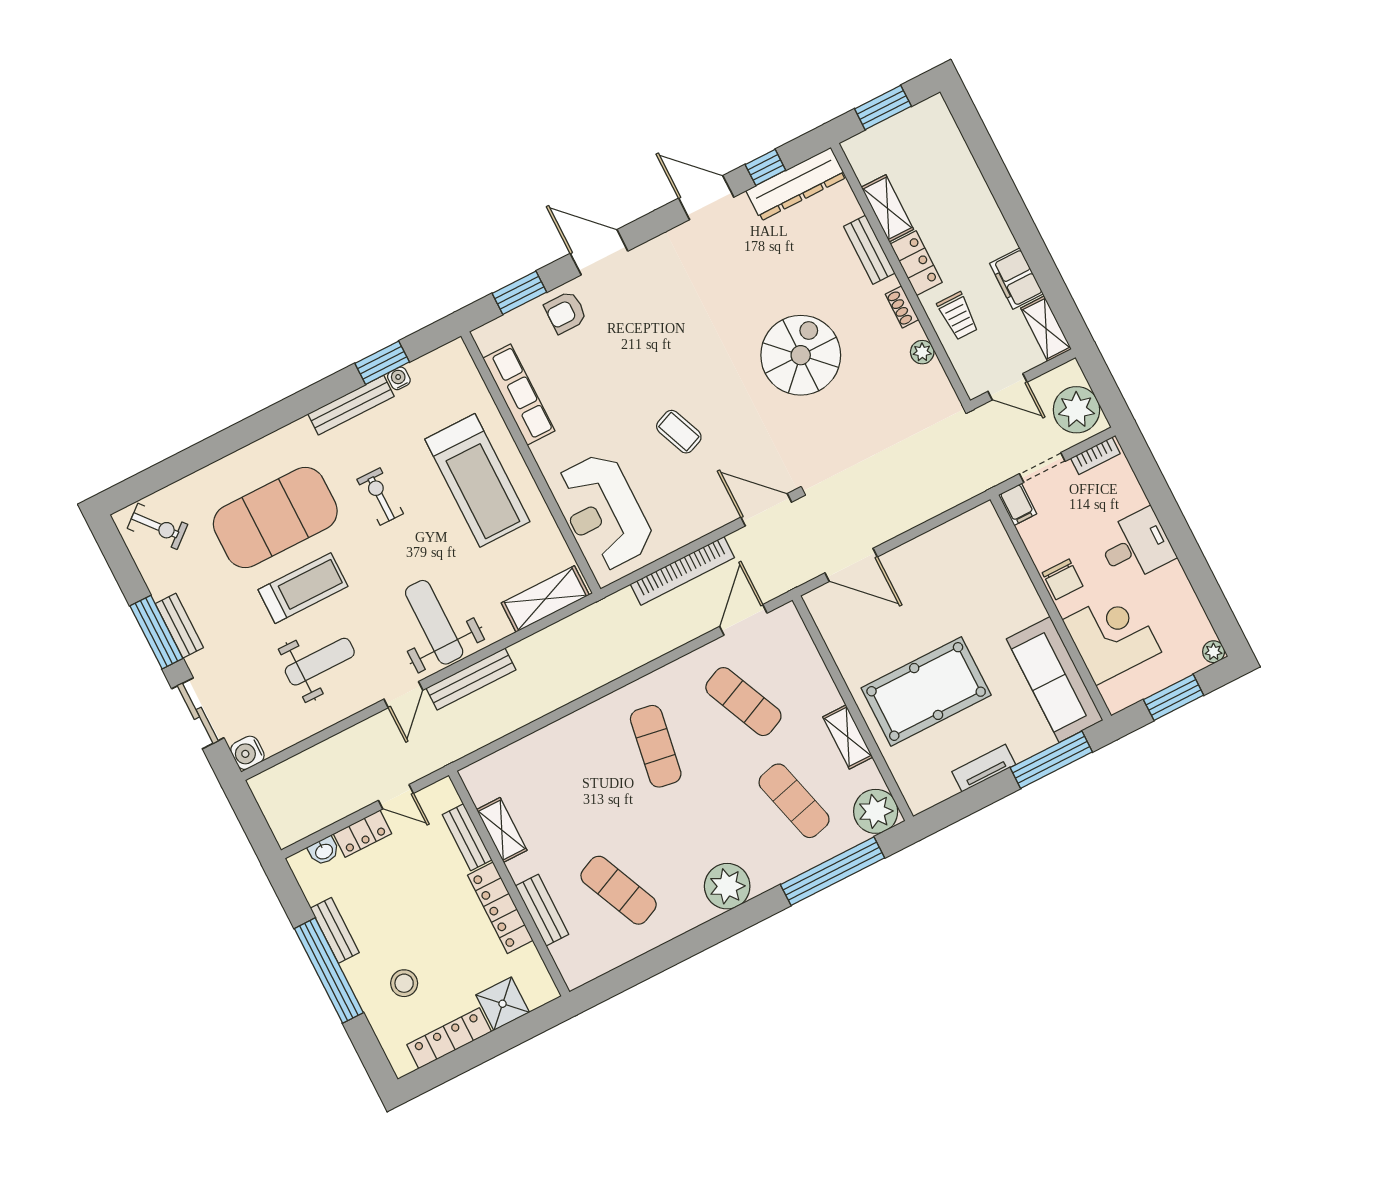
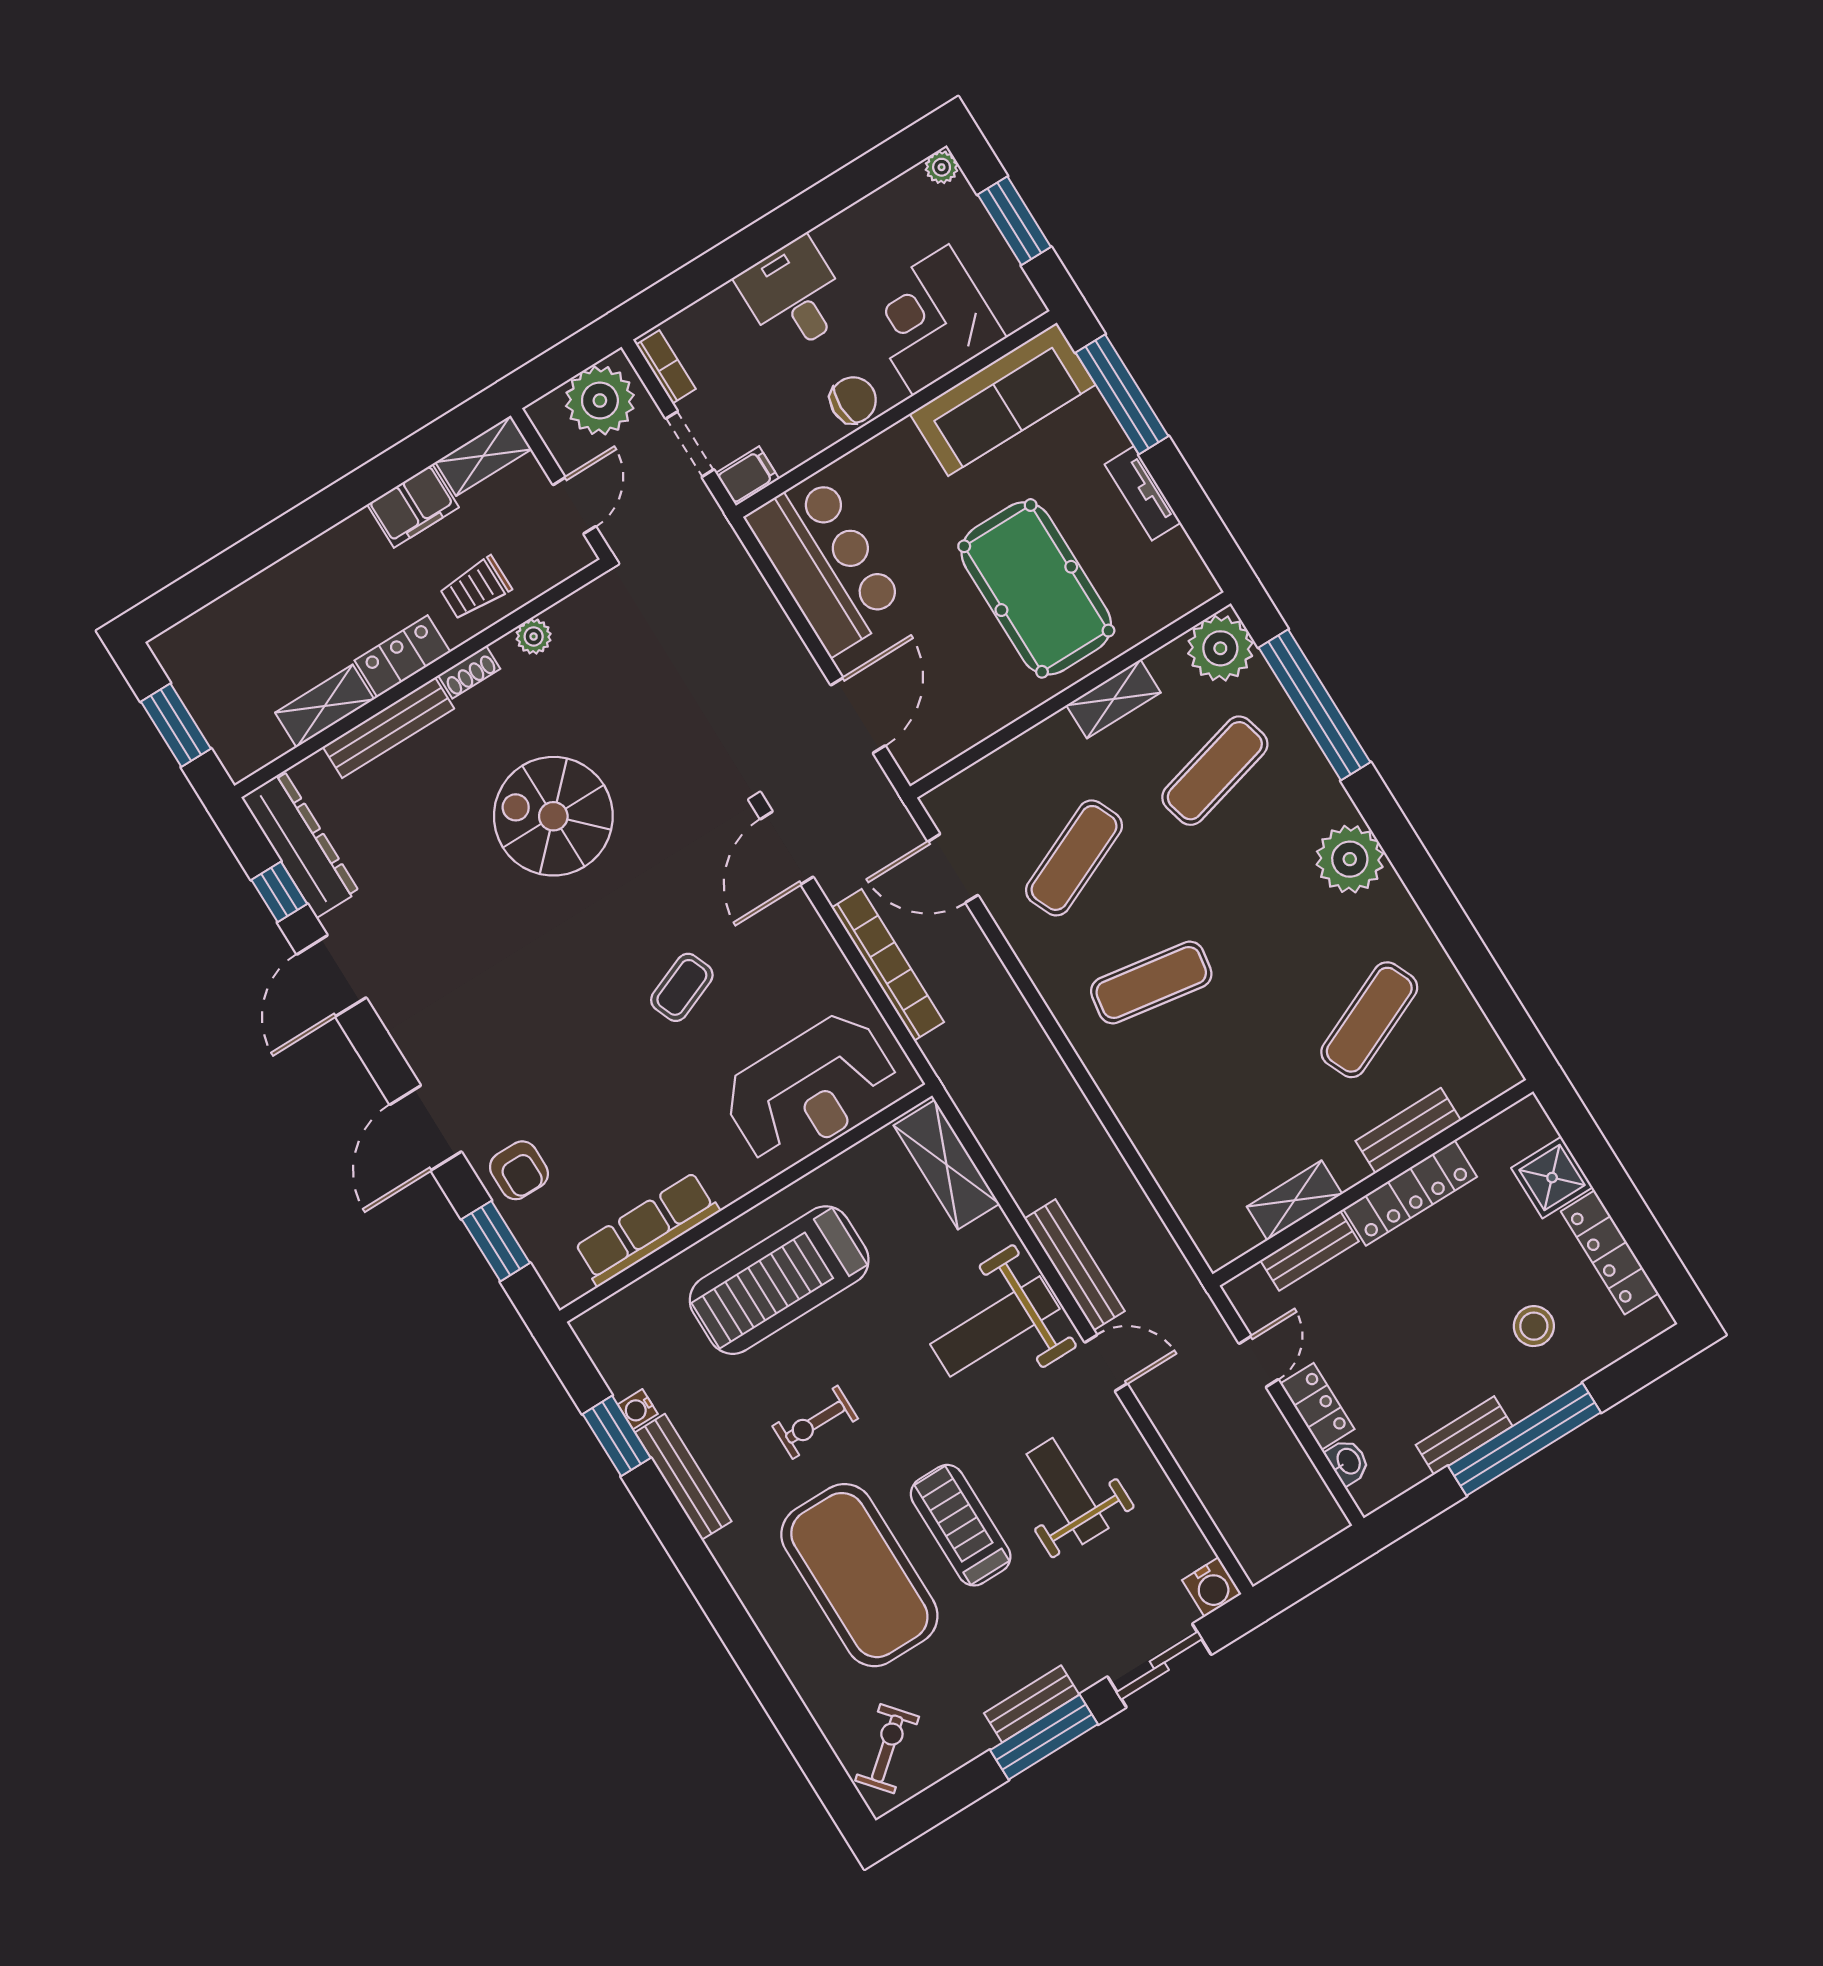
bench: (869, 250) -> (388, 728), width x1.36
trolley: (958, 316) -> (476, 588), turned 180
treadmill: (477, 480) -> (779, 1280), turned 180
bar counter: (955, 552) -> (826, 563), added

